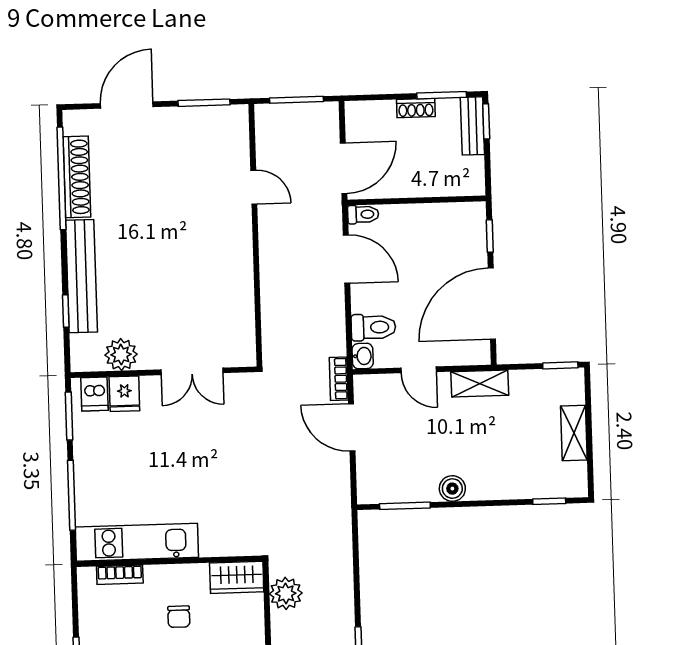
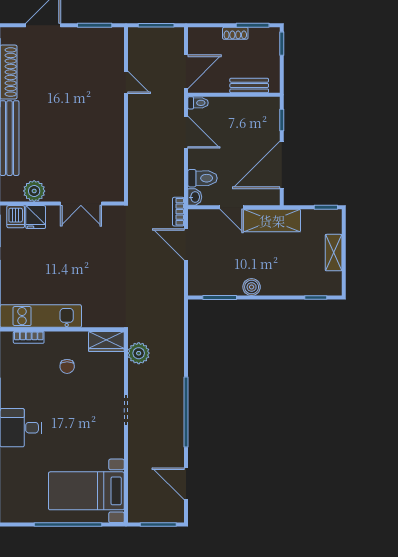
bench: (472, 126) -> (249, 86), moved, turned 90
shelving: (480, 384) -> (272, 221), width x1.50, depth x1.33

